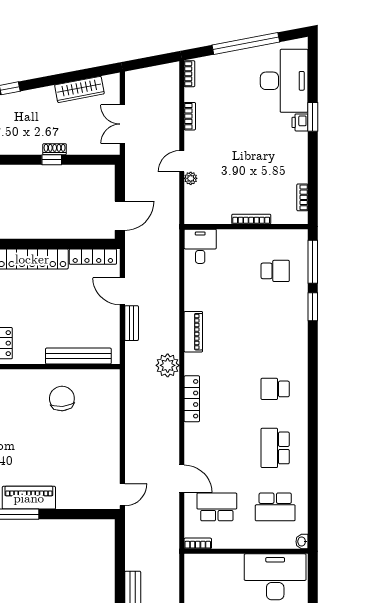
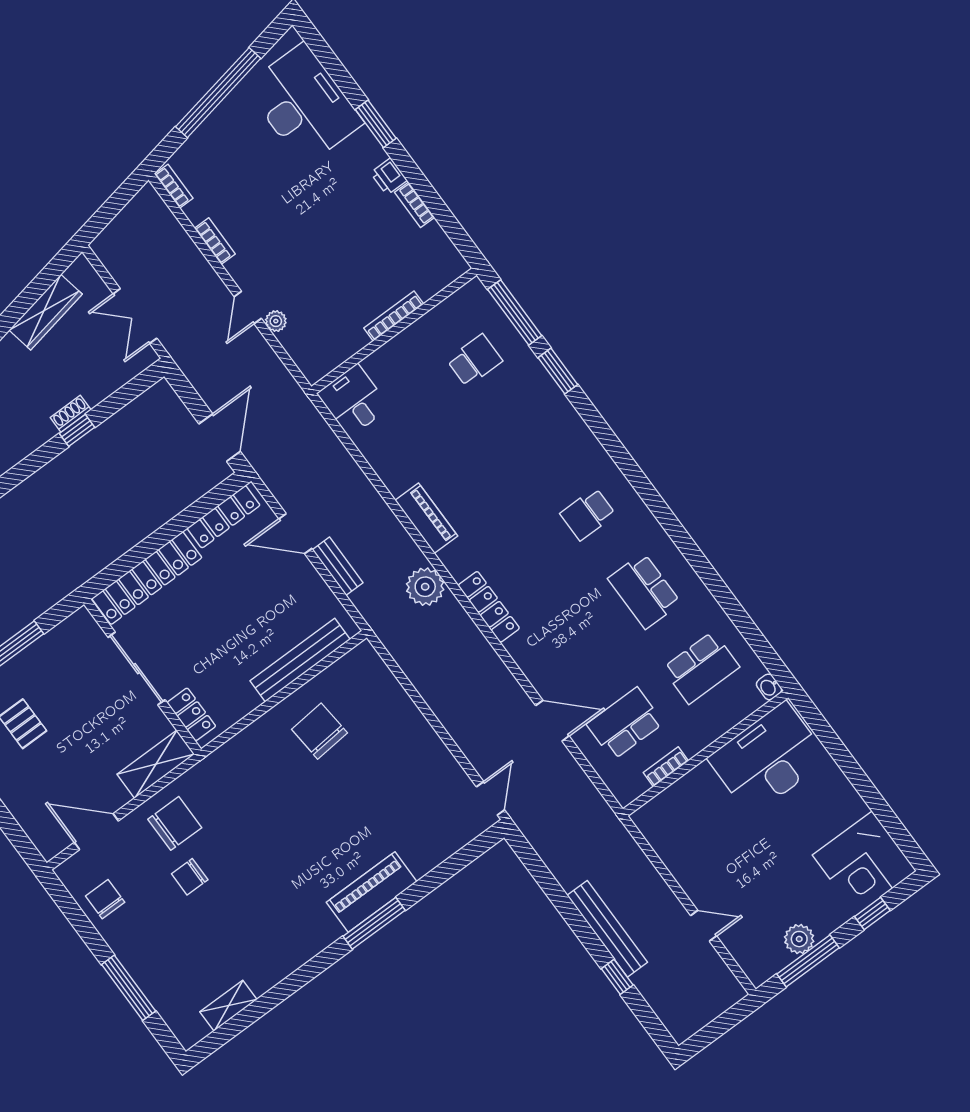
printer: (300, 122) -> (389, 177), moved
bookcase: (302, 197) -> (415, 205), moved
bookcase: (198, 543) -> (666, 767), moved

